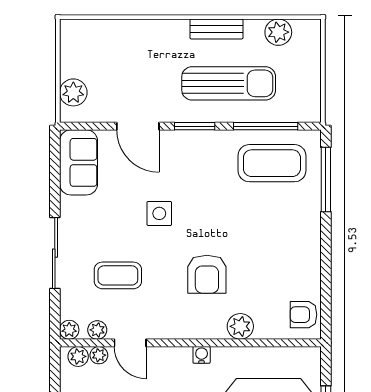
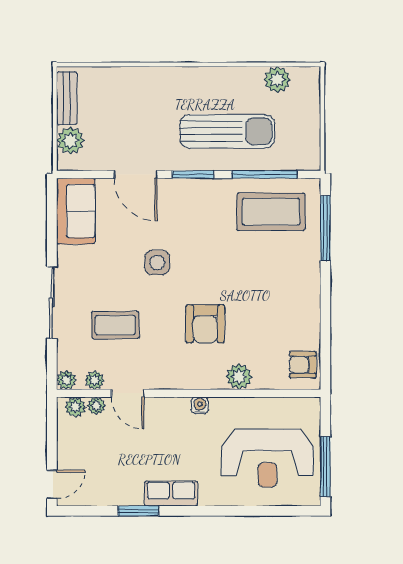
bench: (216, 29) -> (67, 98), moved, turned 90

